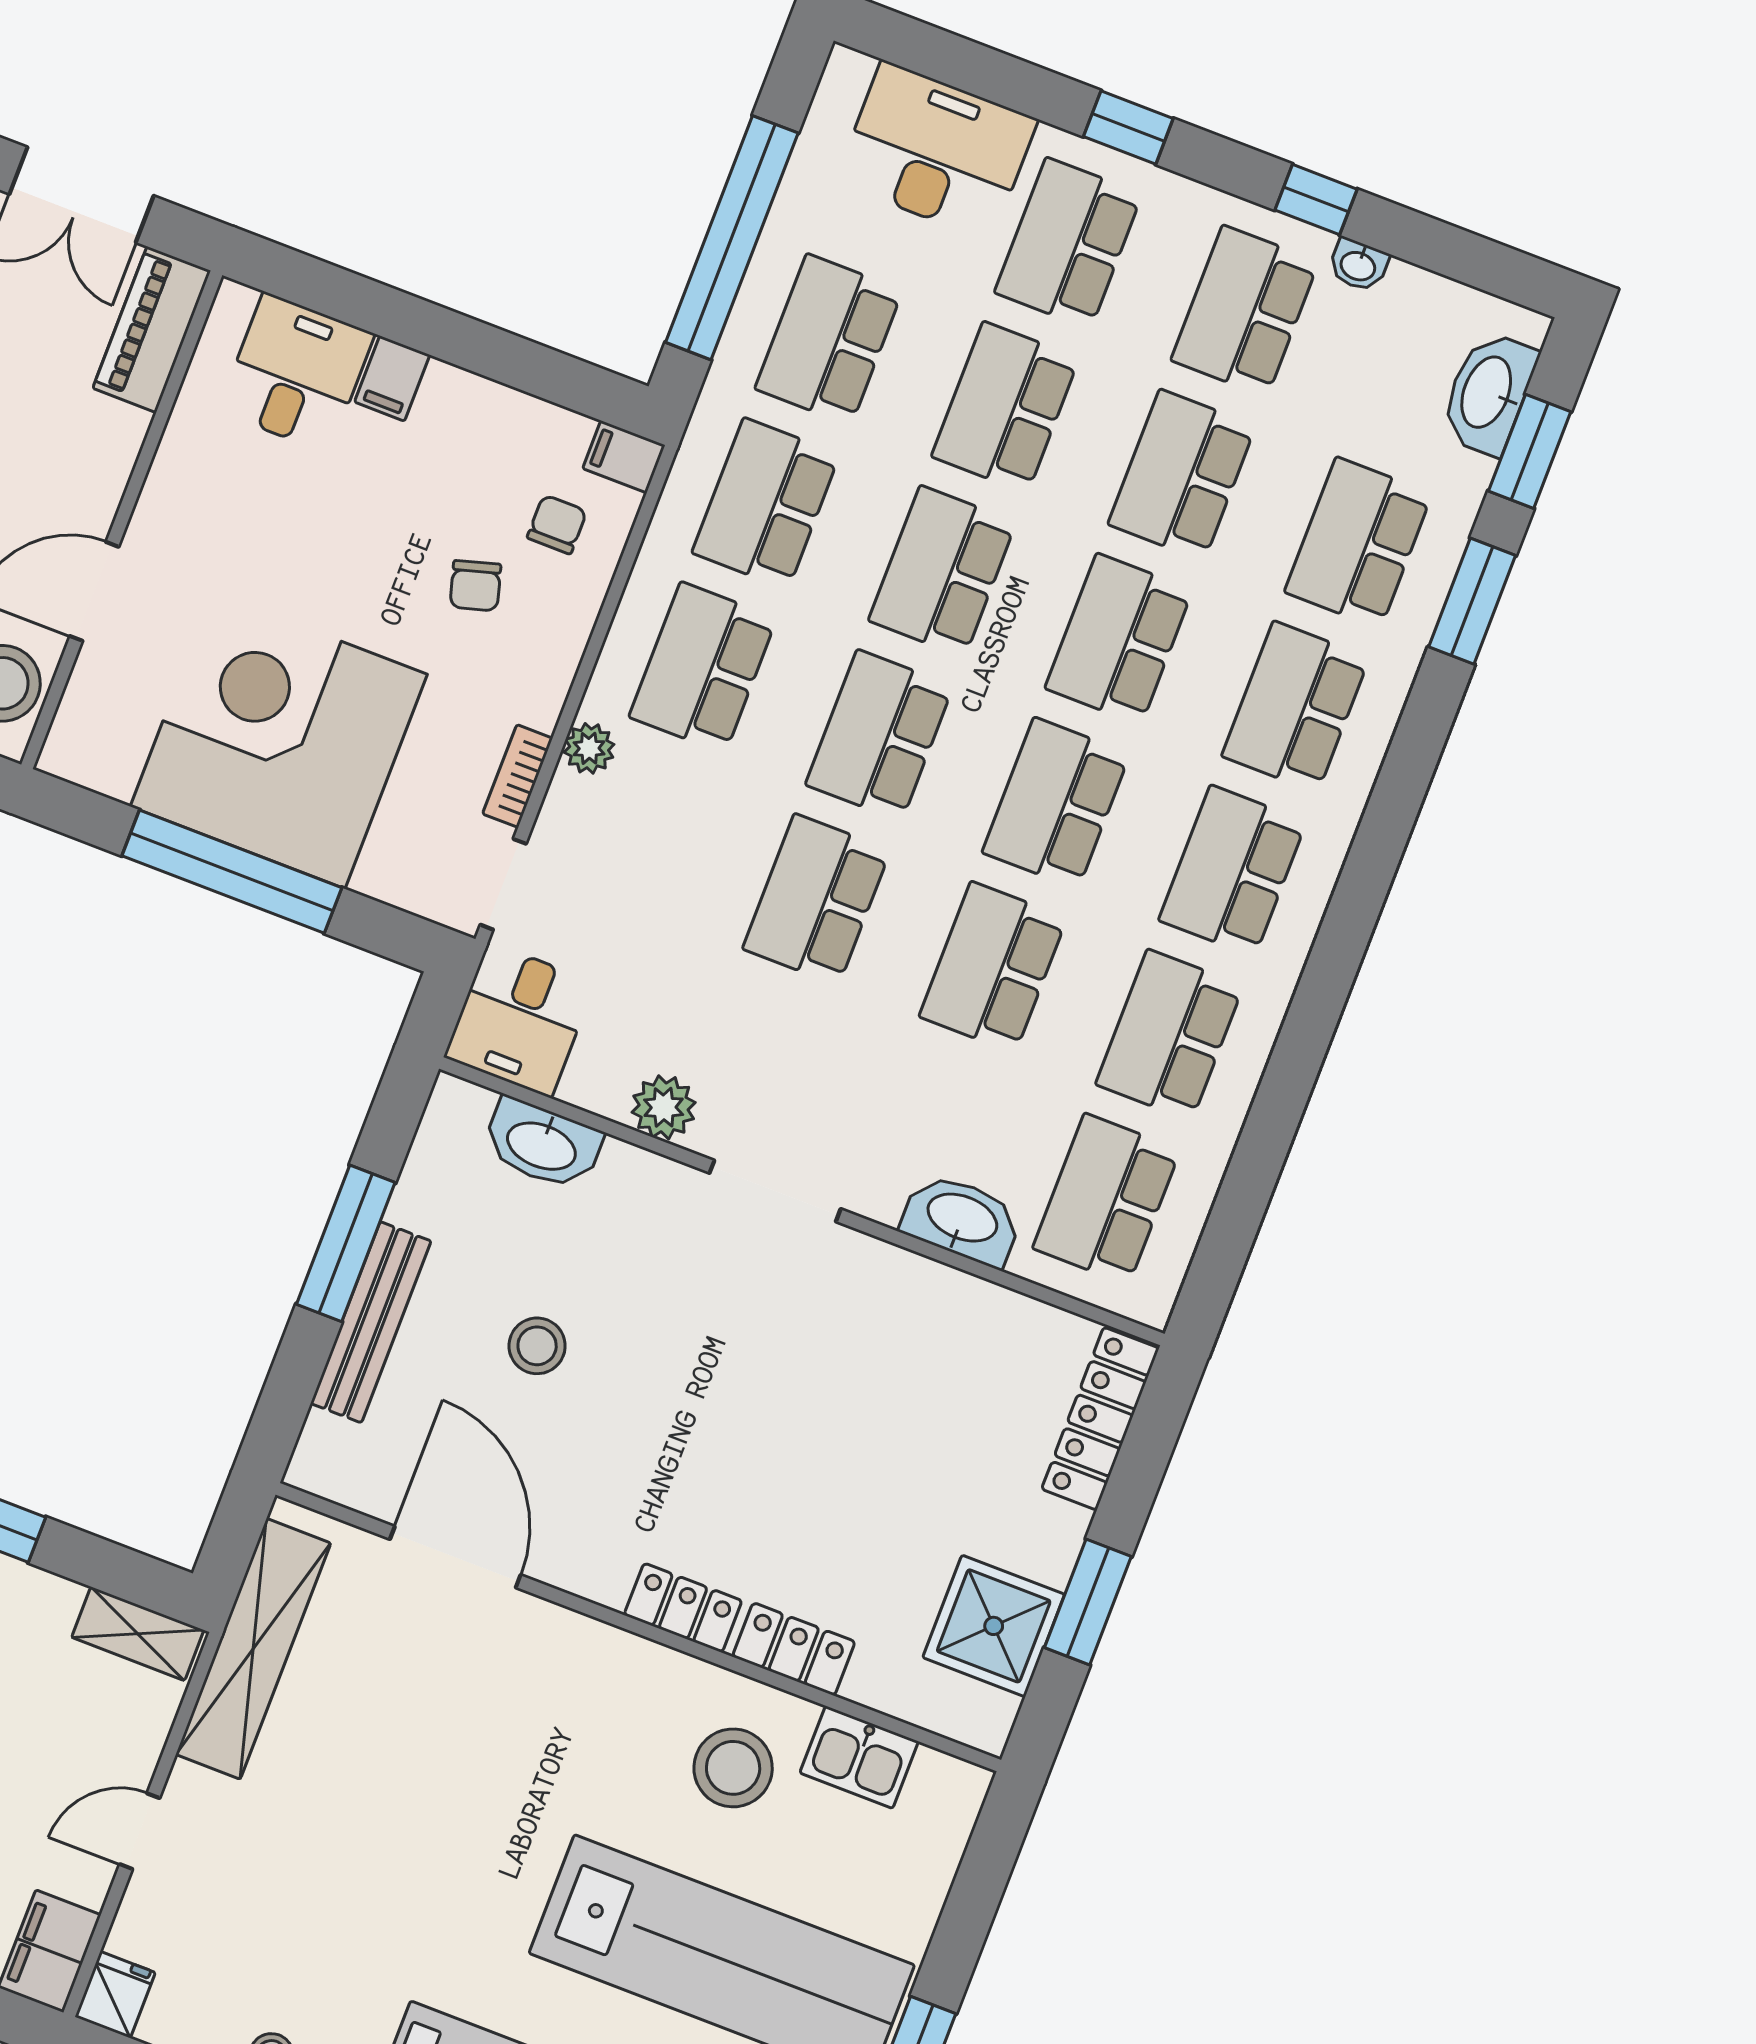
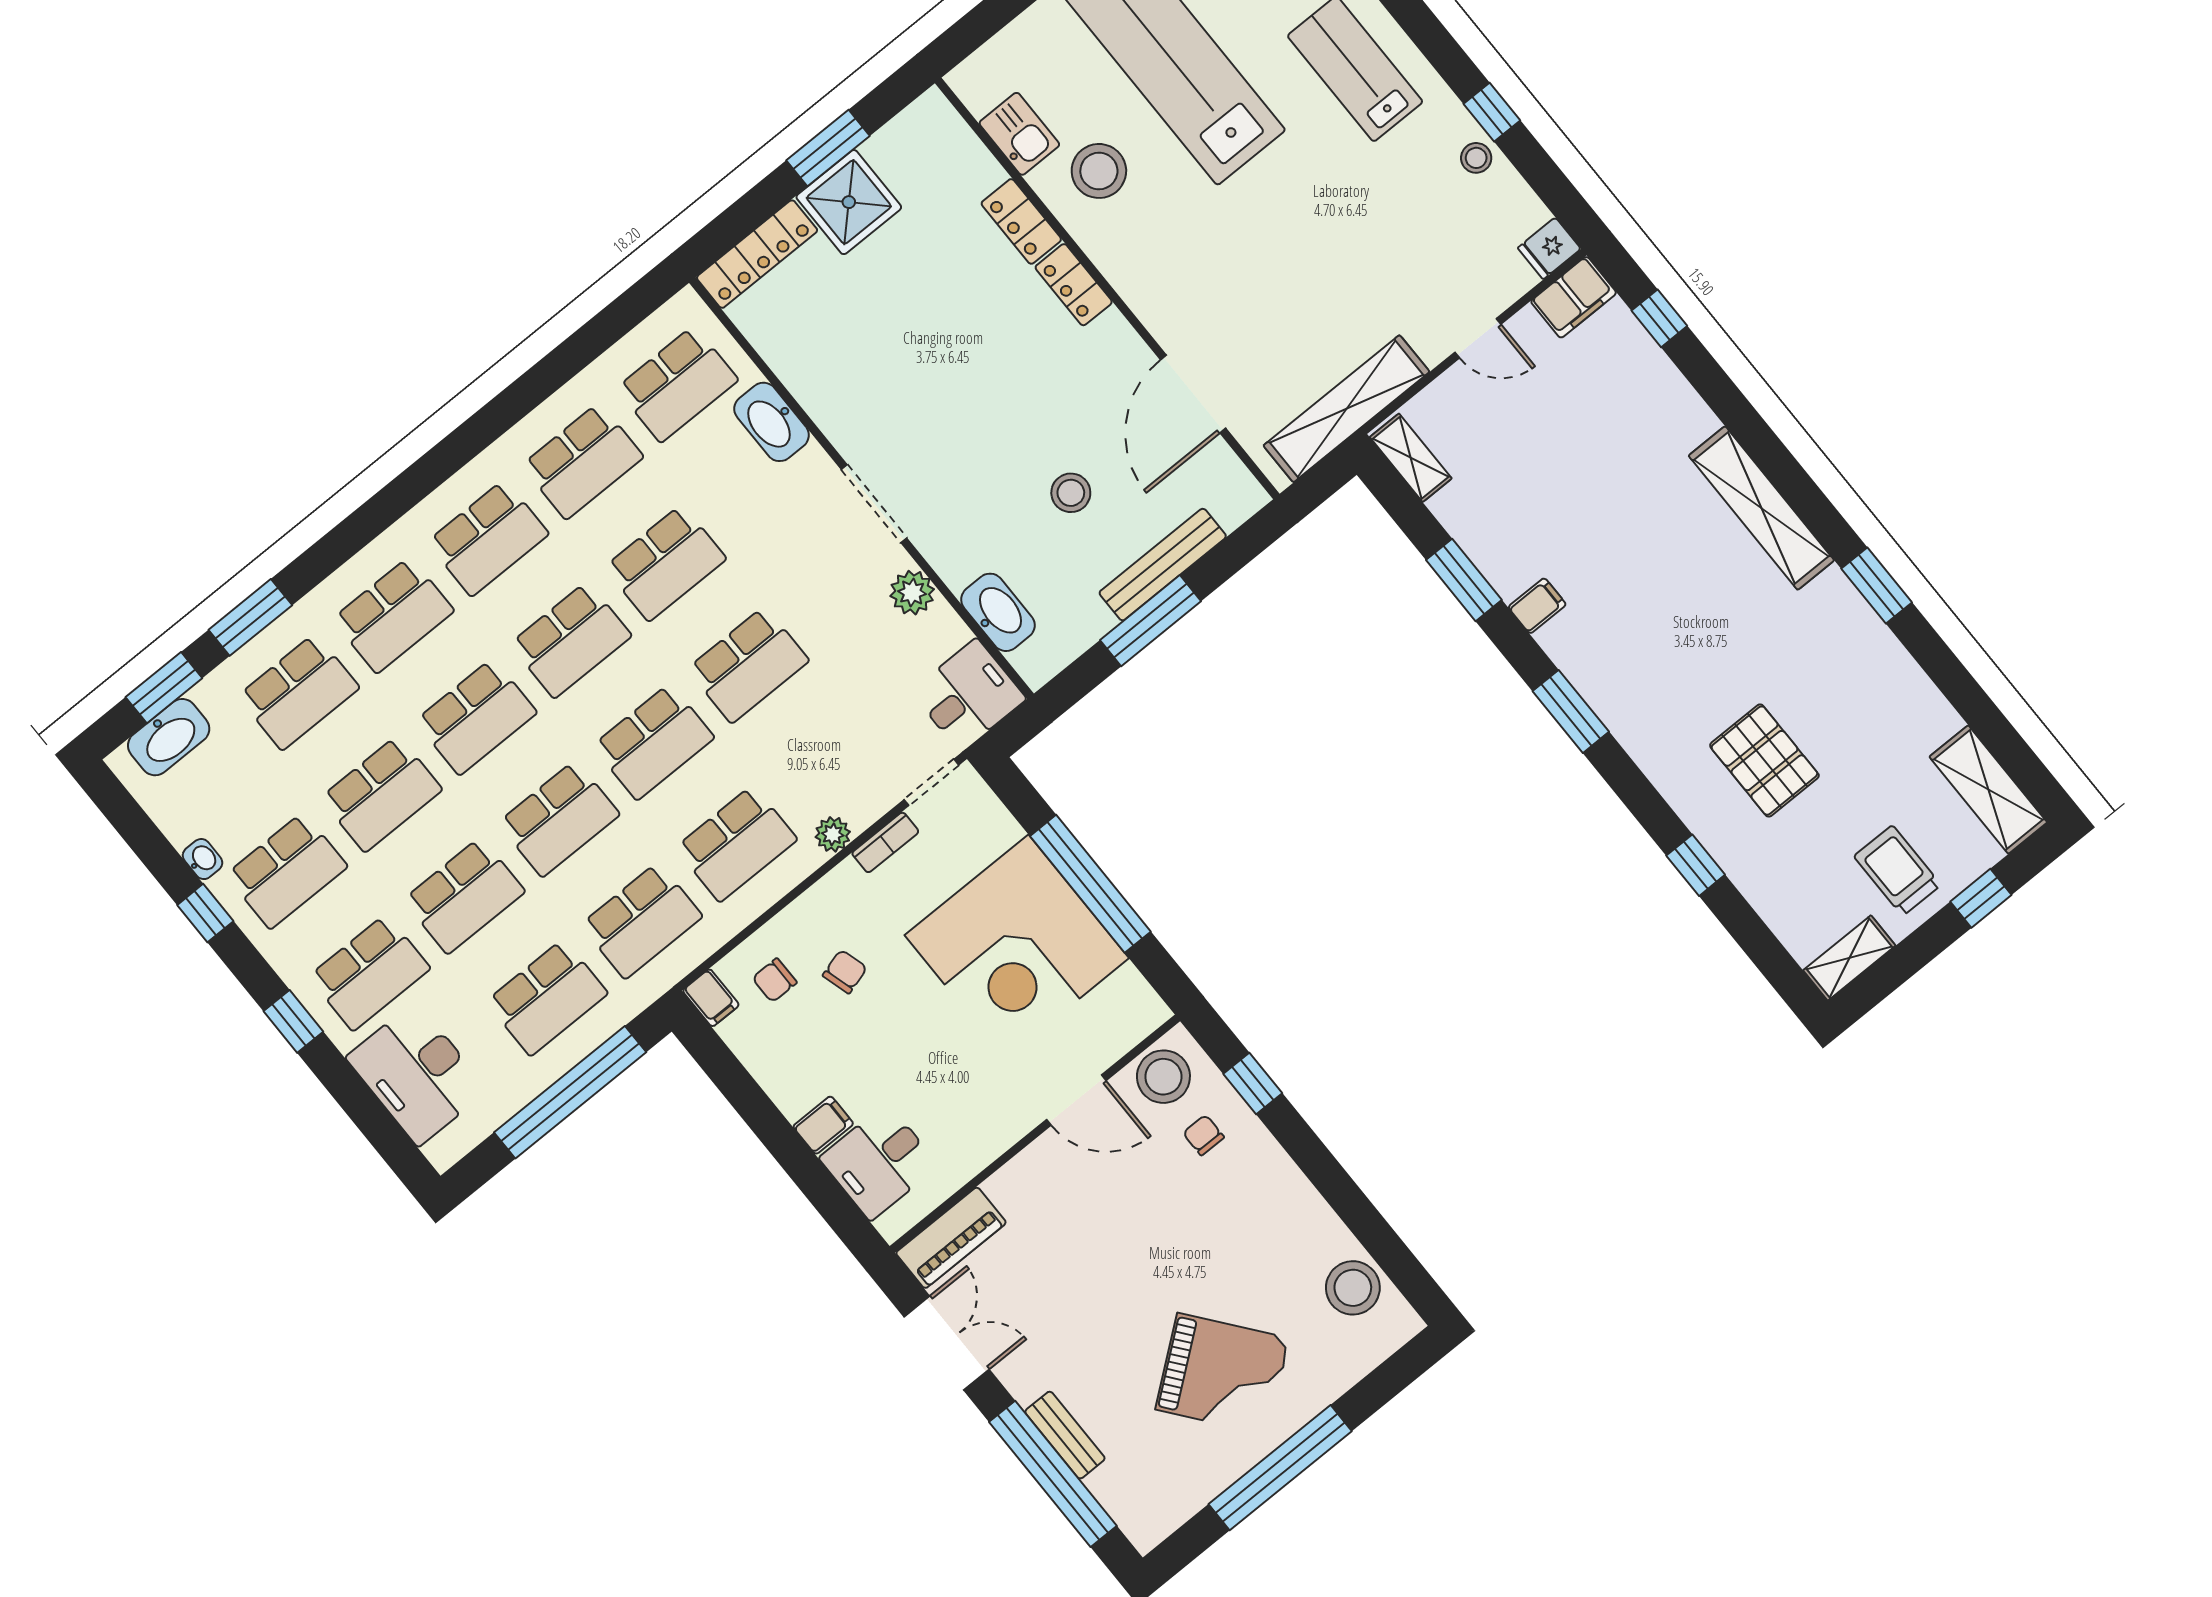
shower: (994, 1626) -> (849, 202), moved

